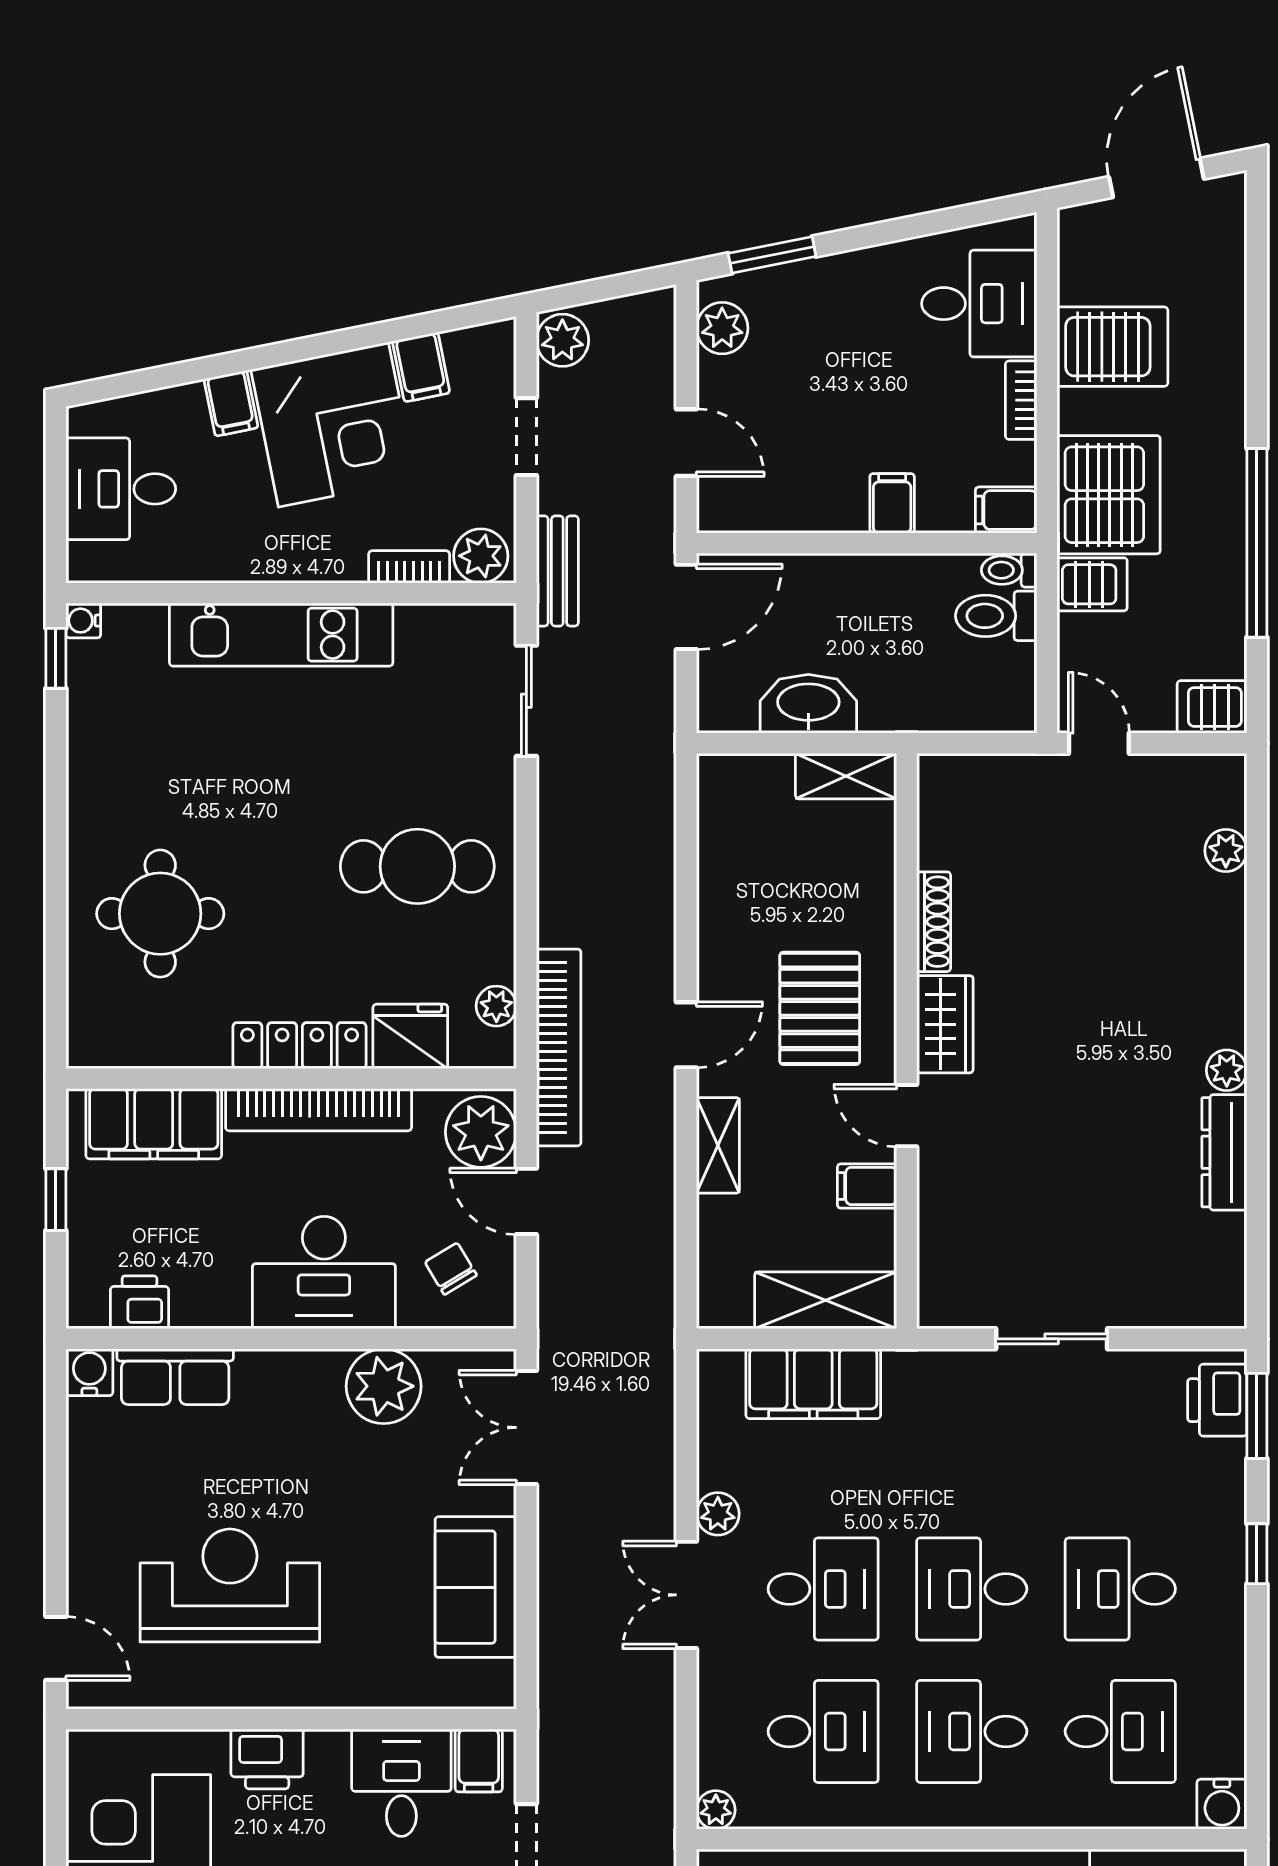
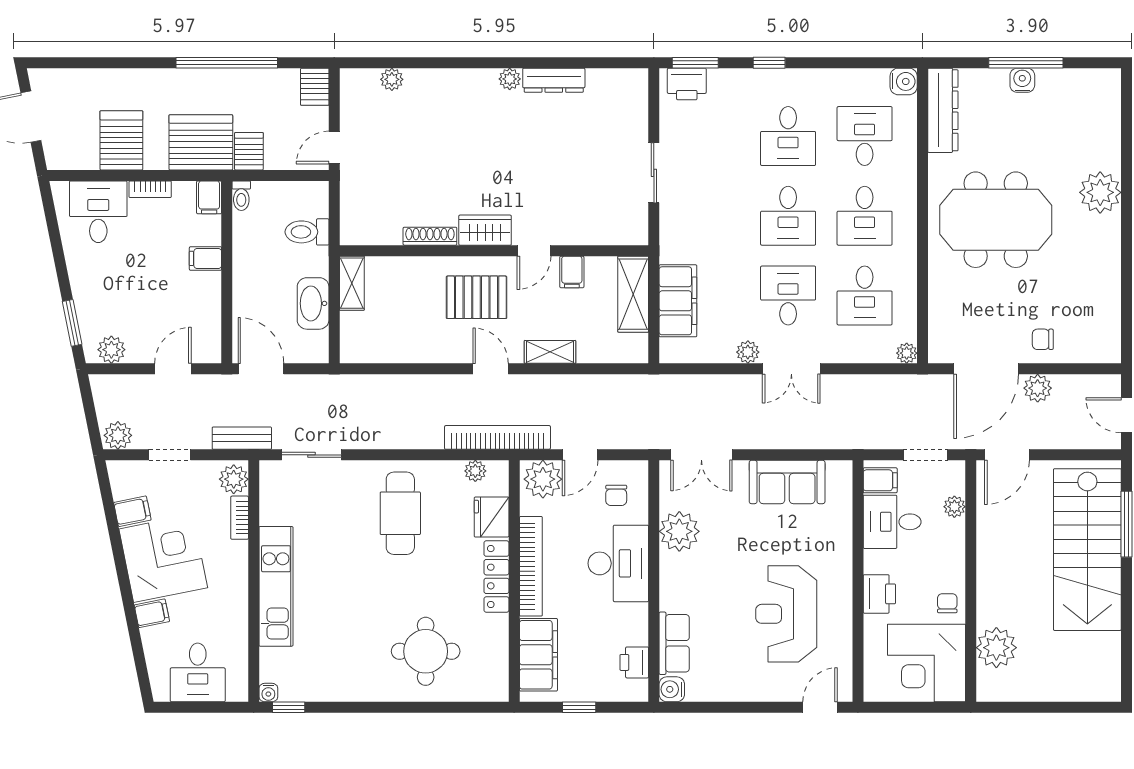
toilet: (996, 616) -> (307, 232), moved, turned 90
chair: (451, 1269) -> (616, 495), turned -59
desk: (823, 1731) -> (865, 295), turned 180

